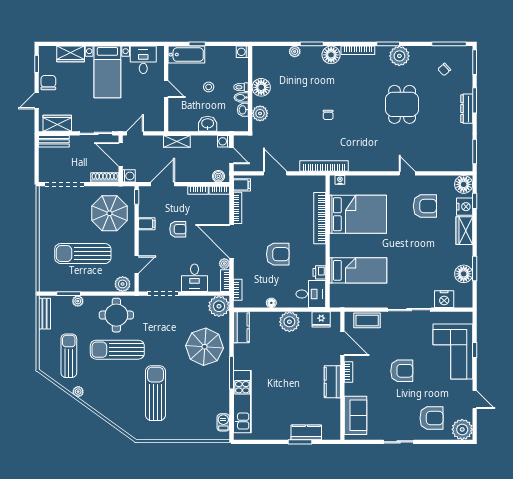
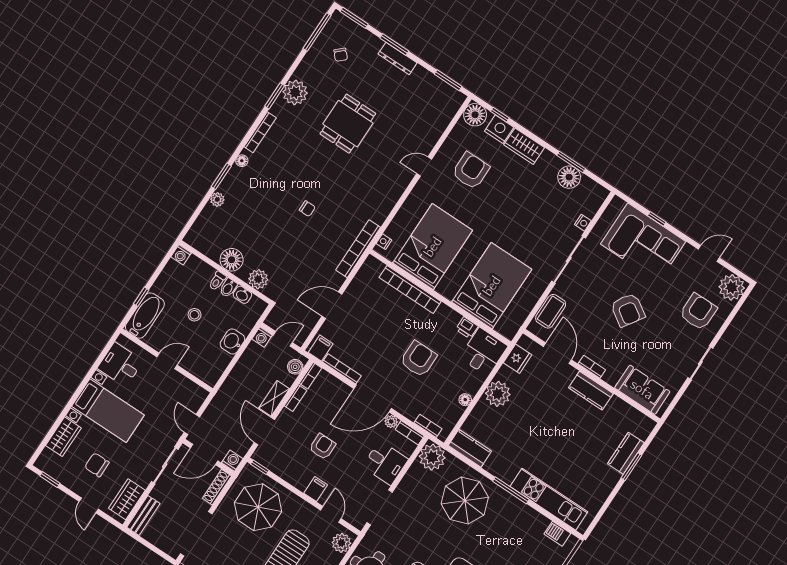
floor lamp: (331, 55) -> (242, 161), width x0.53, depth x0.53
chair: (48, 83) -> (97, 465), moved
dining table: (402, 104) -> (348, 124), turned 90
shelving: (177, 141) -> (274, 398), moved
filing cabinet: (147, 224) -> (316, 489), moved
bed: (358, 270) -> (492, 286), width x1.50
nightstand: (444, 299) -> (583, 223), width x0.53, depth x0.56
door: (342, 343) -> (557, 353), hinge flipped
armchair: (402, 371) -> (628, 310), turned 123

